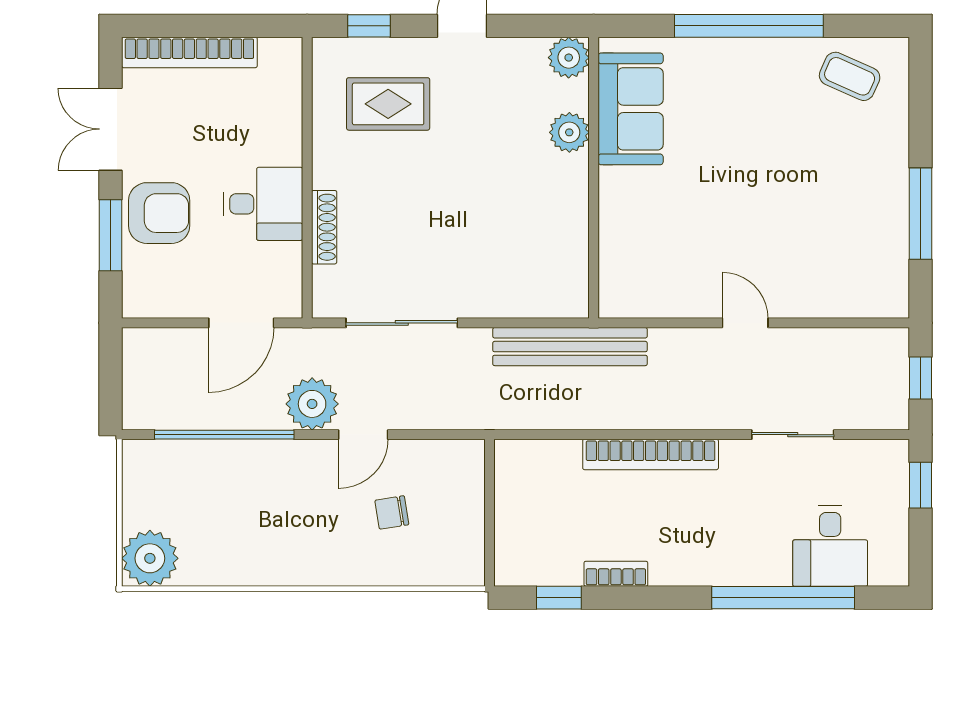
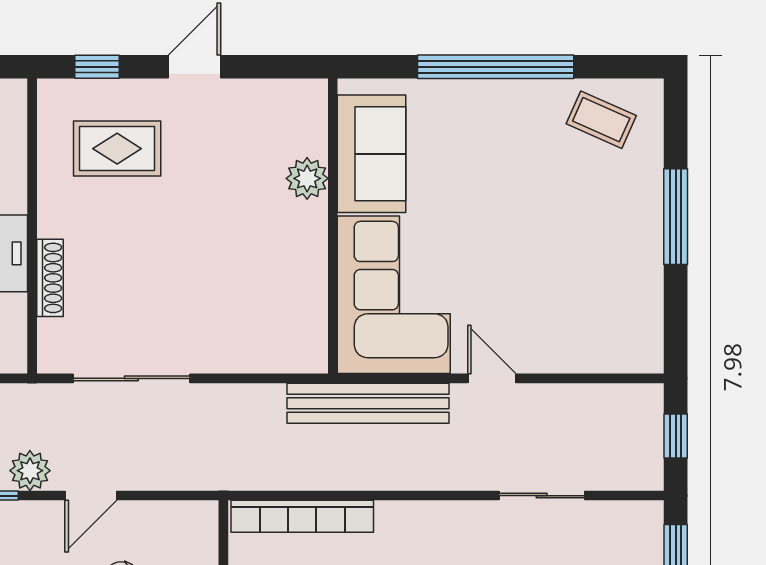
plant: (569, 58) -> (307, 100), removed
window: (921, 214) -> (676, 217), moved
corner sofa: (652, 243) -> (394, 295), added
bench: (570, 347) -> (368, 403), moved
plant: (312, 404) -> (30, 471), width x0.73, depth x0.73
bookcase: (651, 454) -> (302, 516), moved

